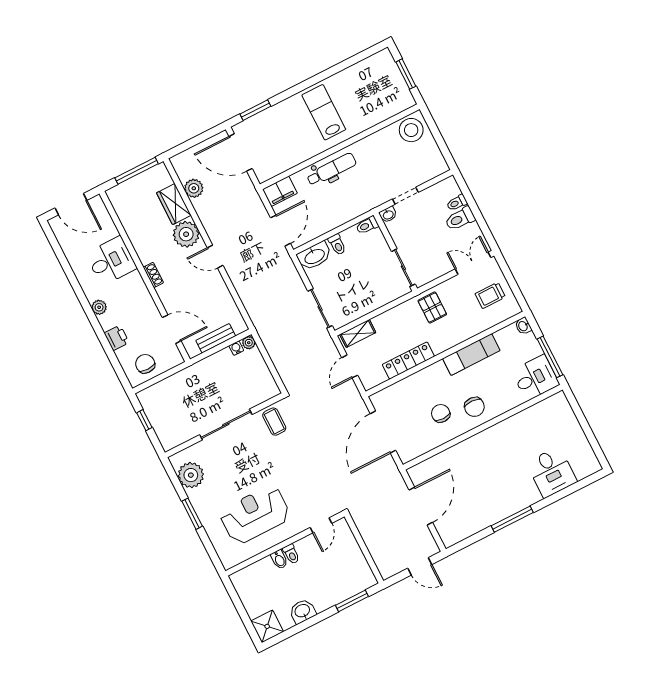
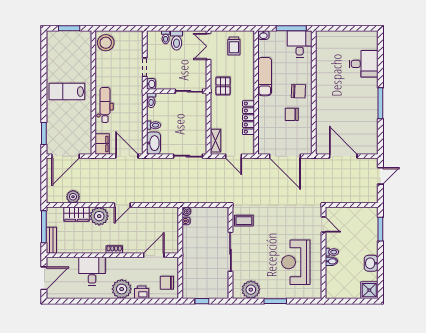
plant: (99, 307) -> (122, 289), width x1.88, depth x1.88
pallet: (432, 307) -> (223, 86), turned 90
bench: (216, 338) -> (51, 240), moved

